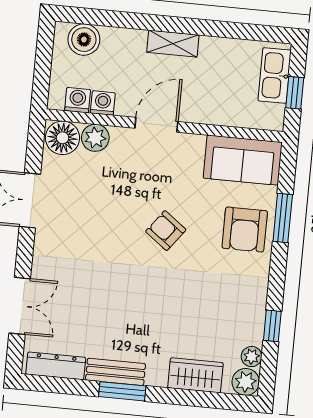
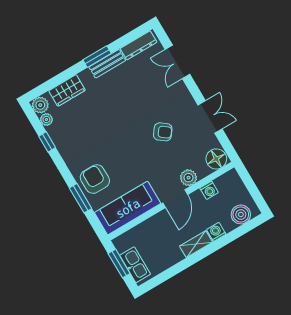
window: (295, 93) -> (119, 264), width x1.50
washing machine: (78, 100) -> (216, 232), moved, turned 180
plant: (95, 138) -> (188, 178), moved
sofa: (243, 160) -> (128, 208), width x1.36
armchair: (166, 231) -> (163, 132), moved

